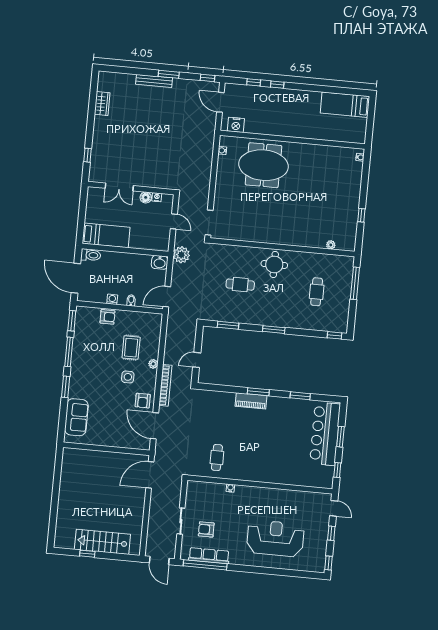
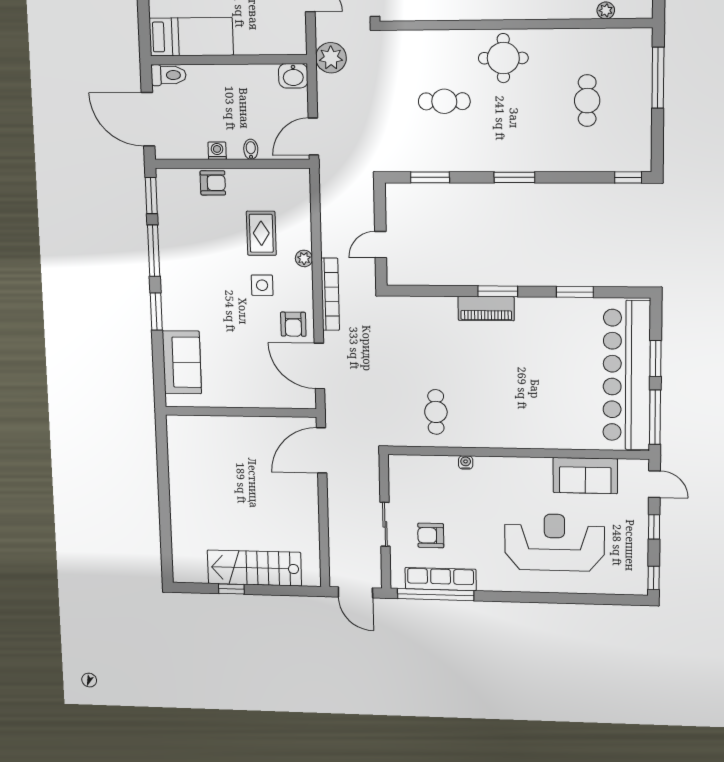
bar counter: (325, 434) -> (627, 375), width x1.36
window: (337, 470) -> (655, 417), width x2.17
sofa: (296, 501) -> (585, 476), added

